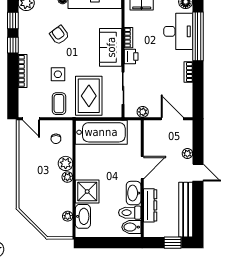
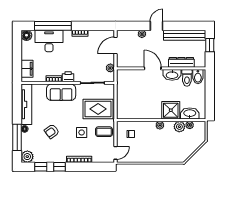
bathtub: (101, 132) -> (126, 99), removed
plant: (66, 163) -> (179, 127), moved

